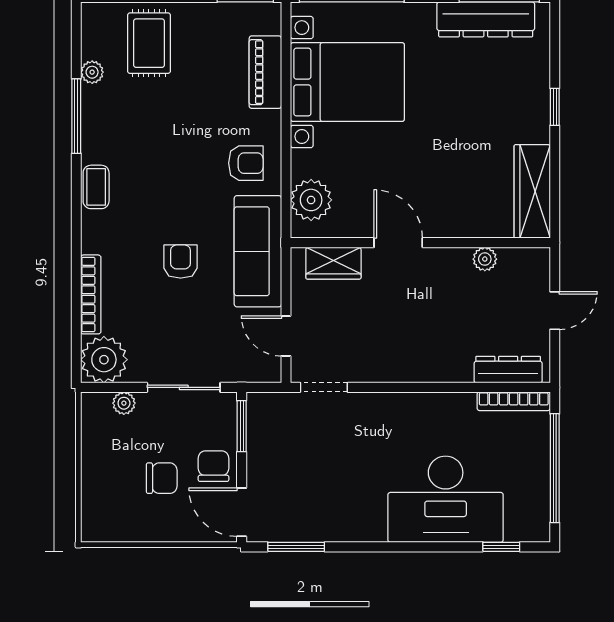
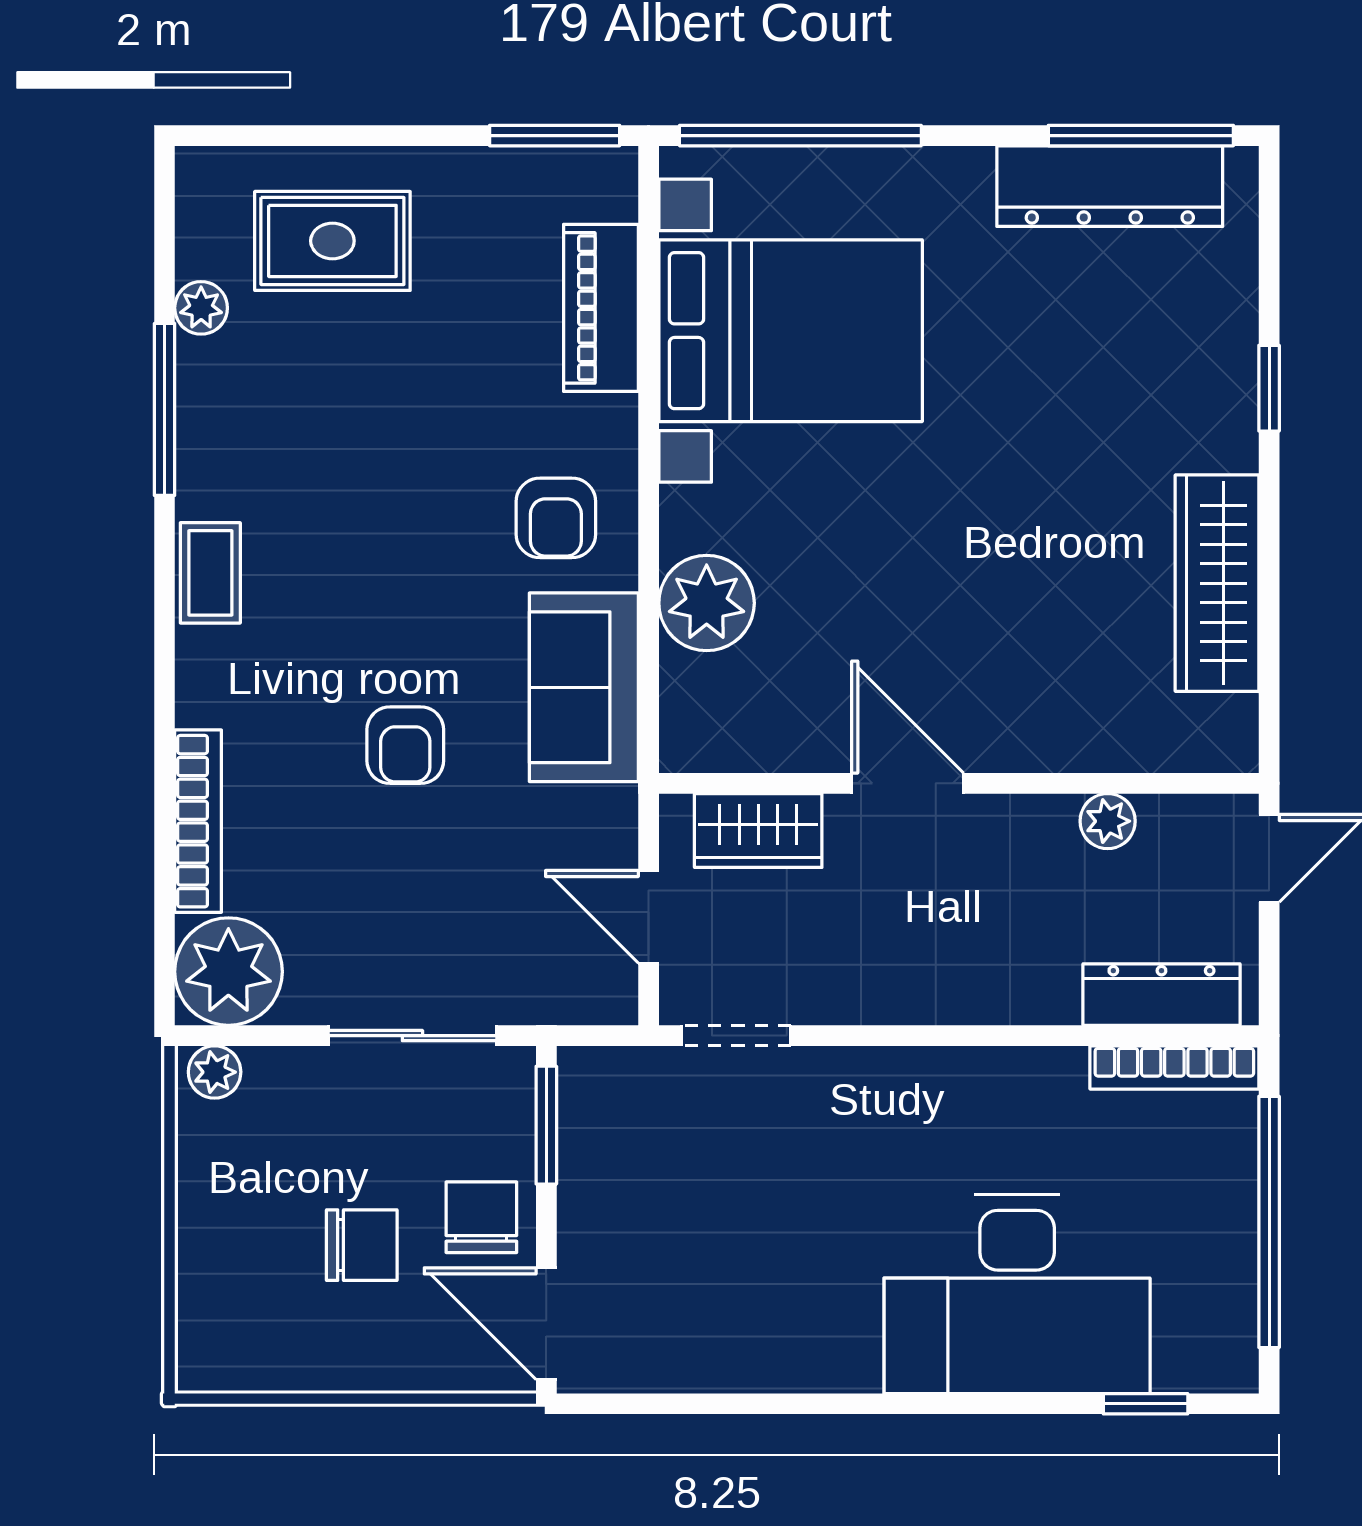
rug: (149, 43) -> (332, 241), turned 90
armchair: (246, 163) -> (556, 518), turned 90
door: (398, 243) -> (908, 783), moved
wall: (420, 243) -> (959, 783), moved
sofa: (258, 251) -> (584, 687), width x0.73
plant: (485, 259) -> (1108, 821), moved
armchair: (181, 262) -> (405, 745), turned 180
wardrobe: (333, 263) -> (758, 830), moved
plant: (124, 403) -> (215, 1072), moved
window: (296, 547) -> (672, 1404), removed

